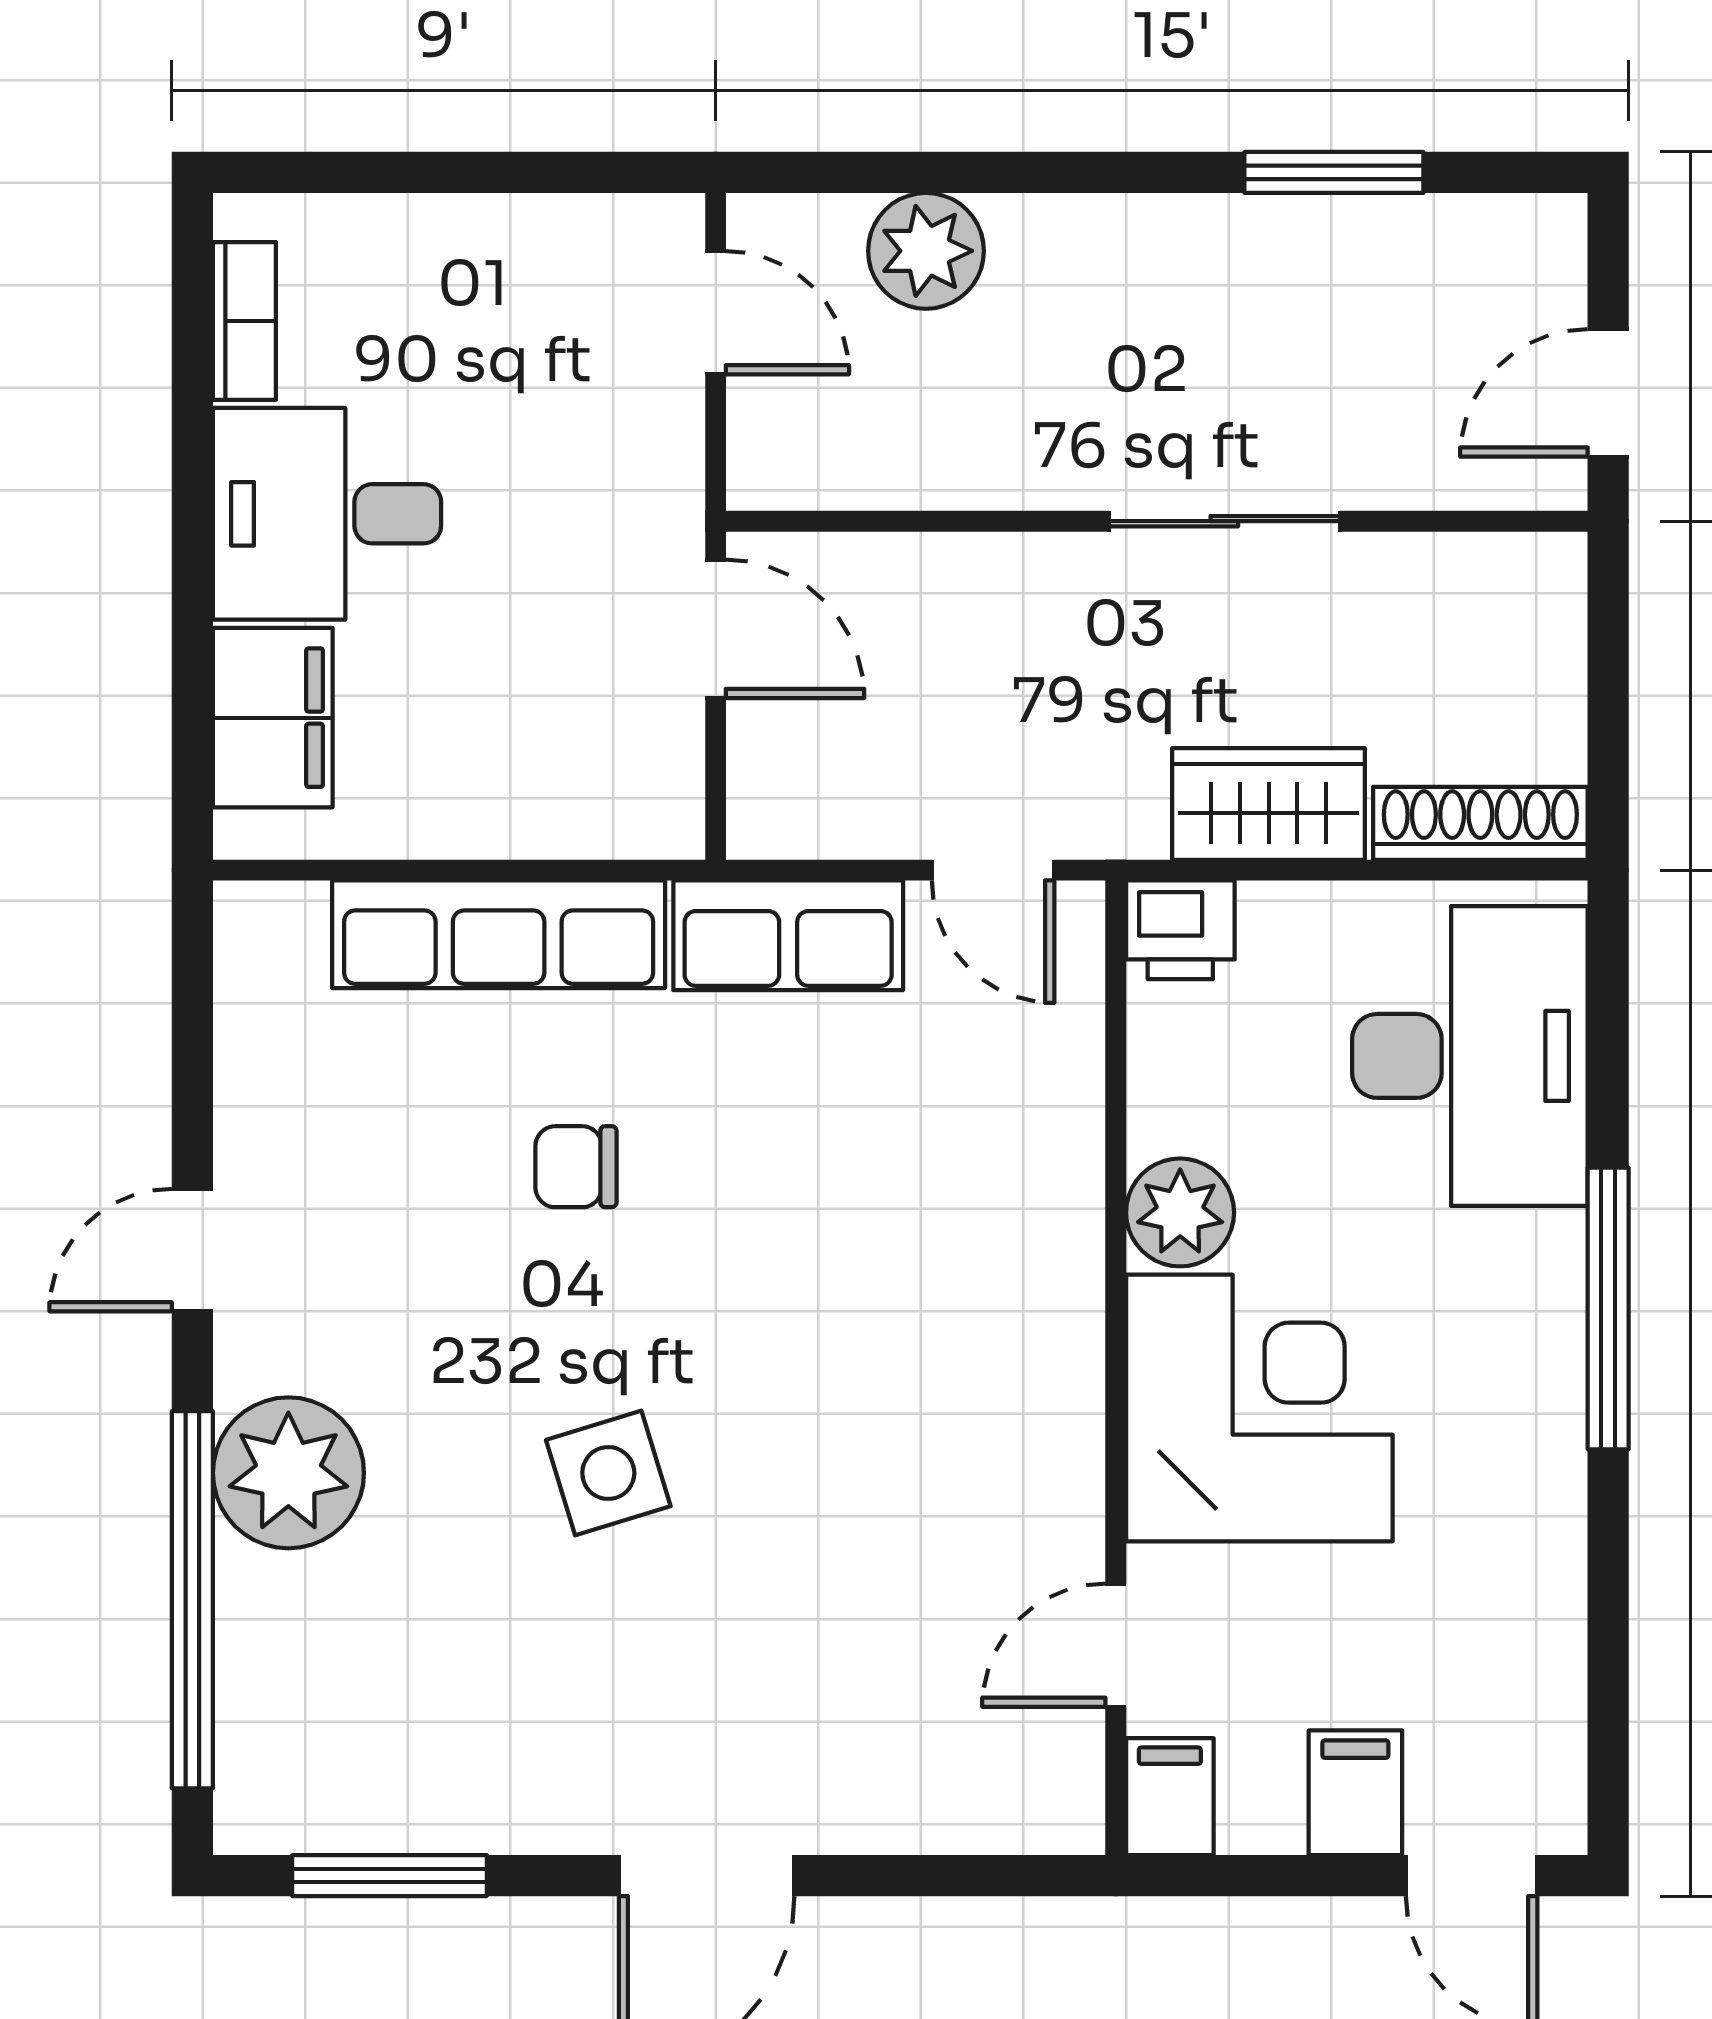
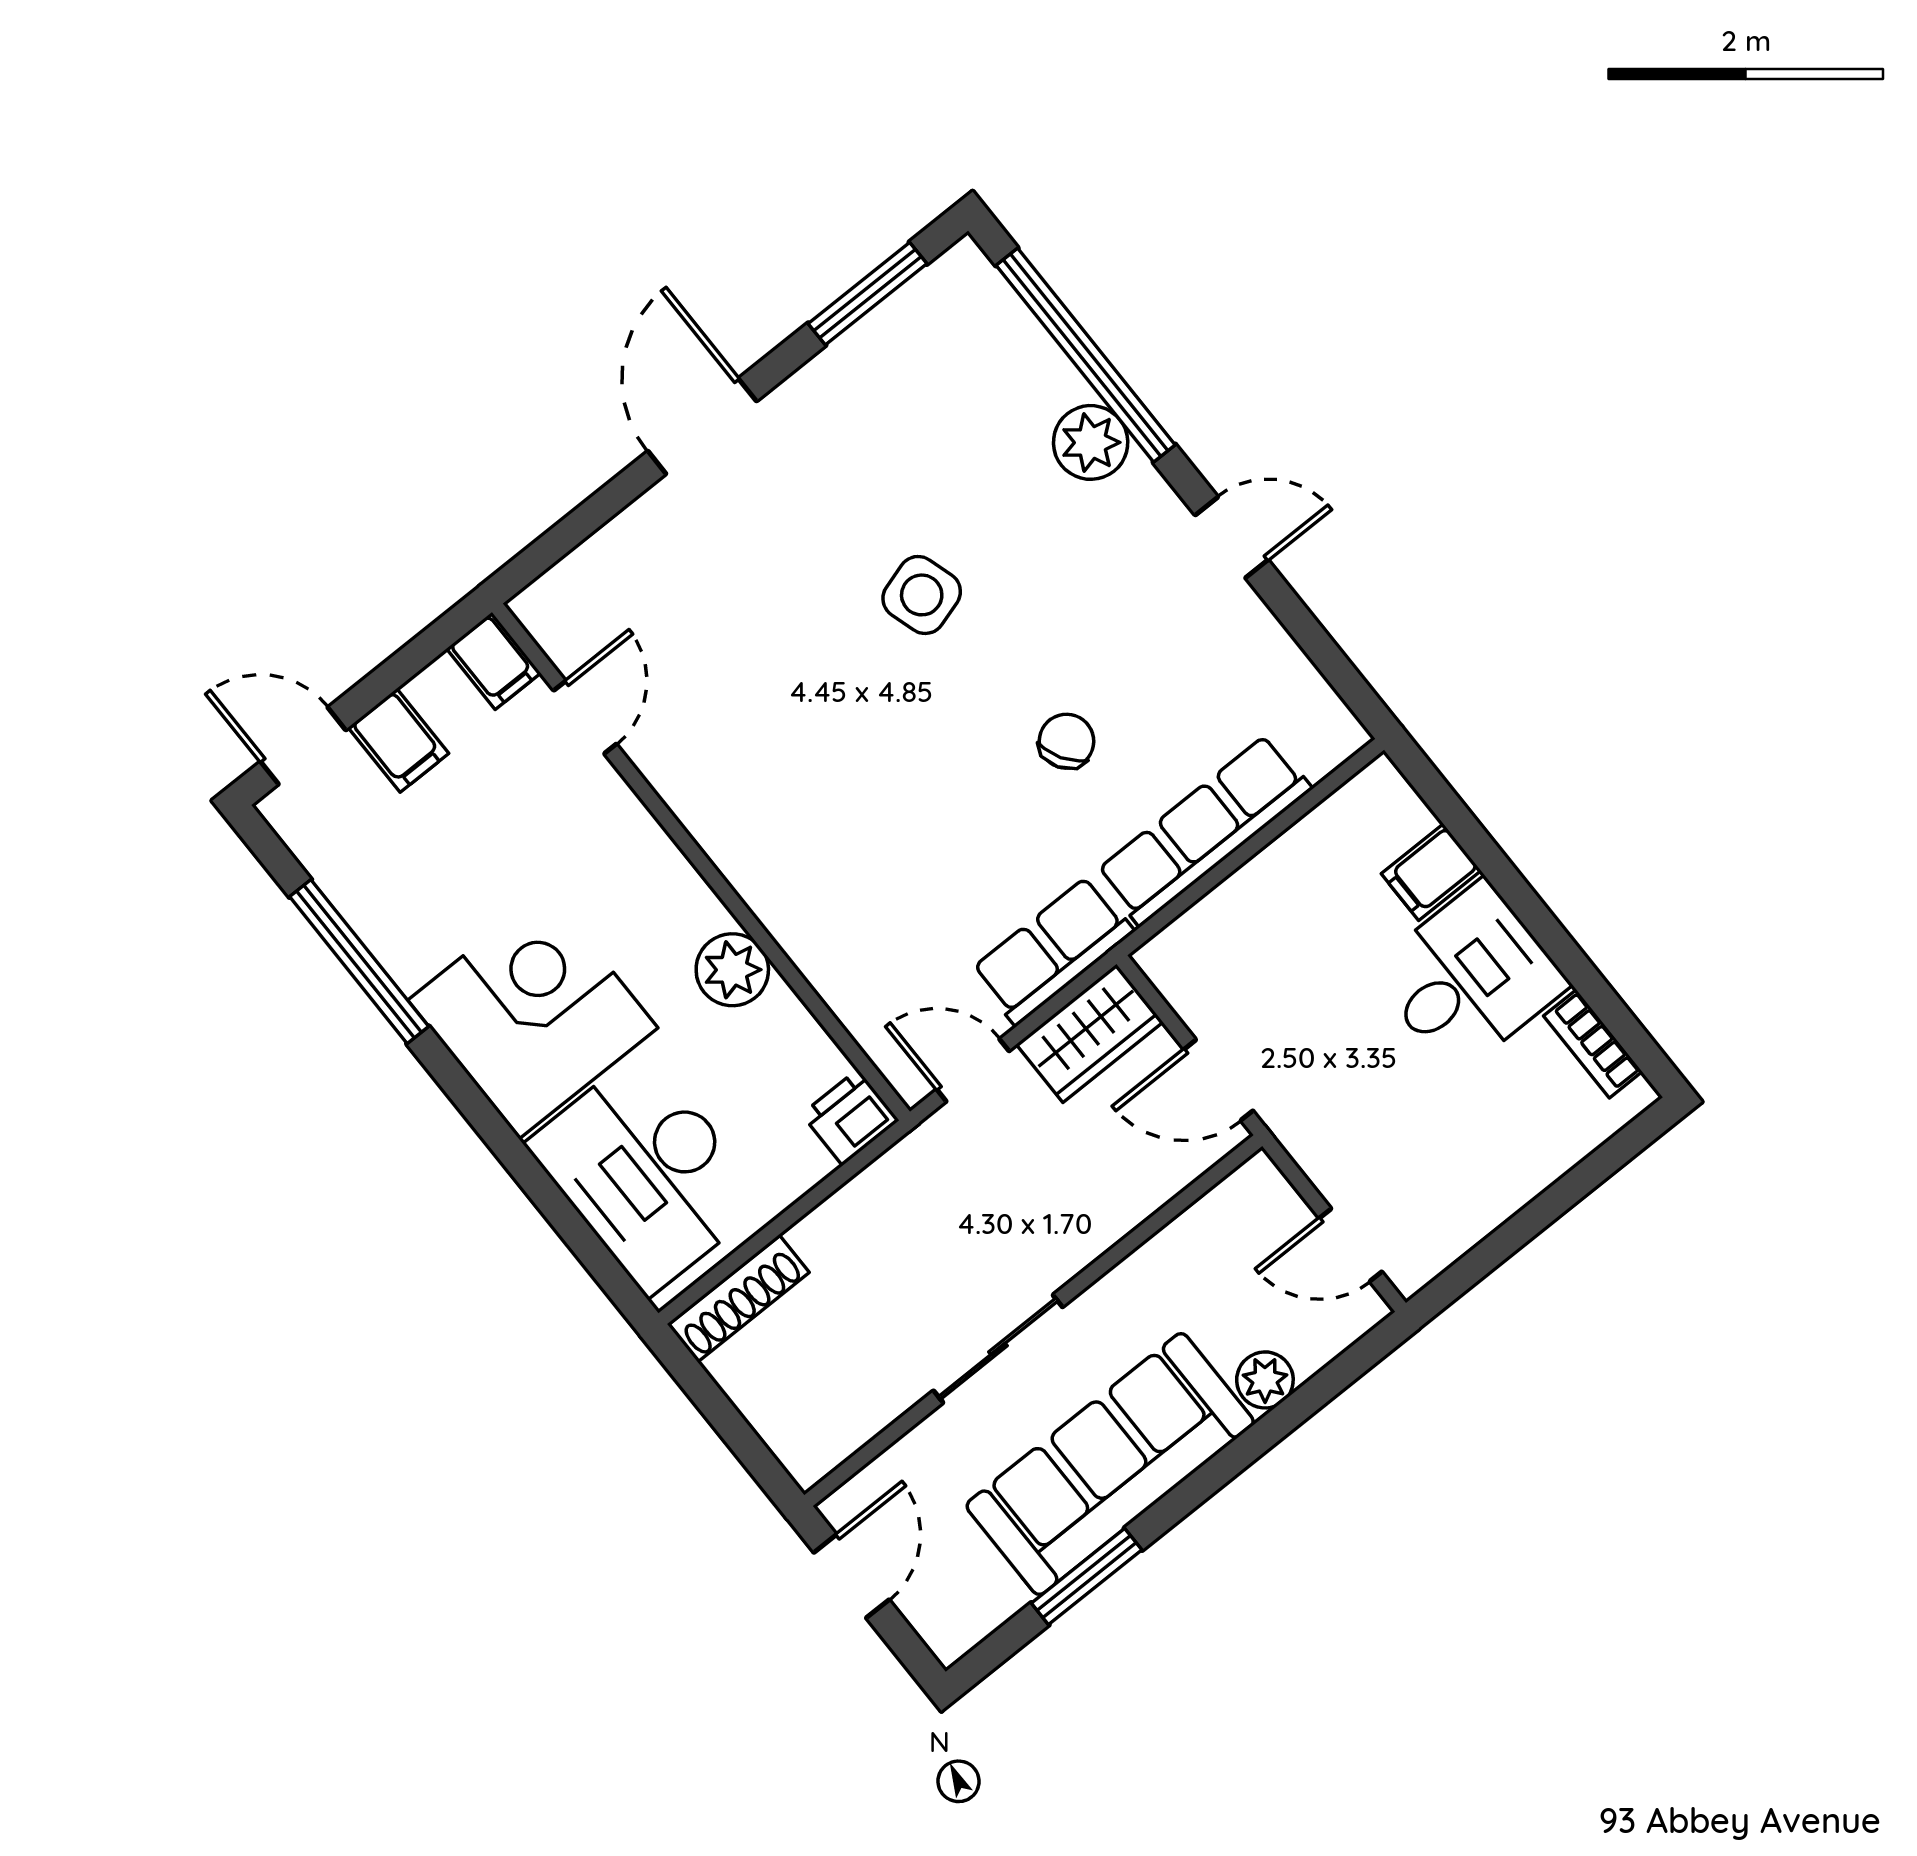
plant: (926, 251) -> (1265, 1380), width x0.73, depth x0.73
sofa: (1201, 282) -> (1110, 1464), added
filing cabinet: (273, 718) -> (1431, 872), width x0.50
wardrobe: (1269, 804) -> (1090, 1033), moved
chair: (576, 1167) -> (1066, 741), turned -32
door: (192, 1250) -> (1232, 537), hinge flipped
window: (1608, 1309) -> (359, 962), moved
corner desk: (1259, 1408) -> (533, 1014), moved, turned 180
plant: (288, 1473) -> (1091, 442), width x0.73, depth x0.73

